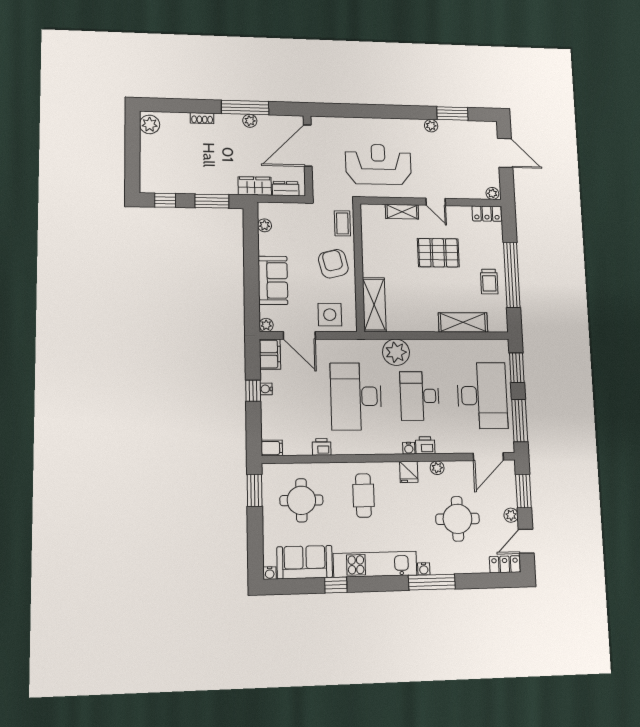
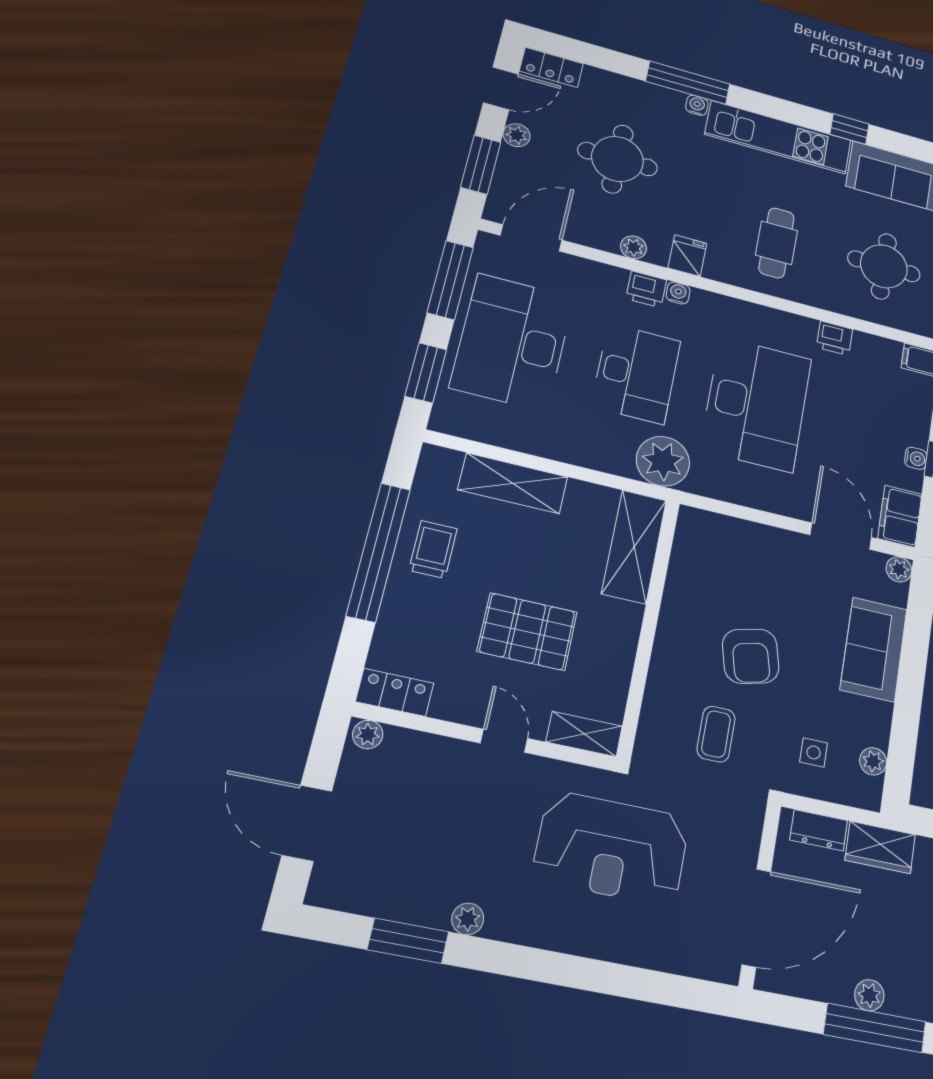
wall: (359, 267) -> (649, 626), moved
shelving: (374, 305) -> (634, 547), moved
side table: (330, 315) -> (814, 752), moved, width x0.54, depth x0.54

